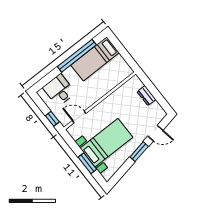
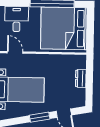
bed: (95, 59) -> (64, 28), width x2.04

